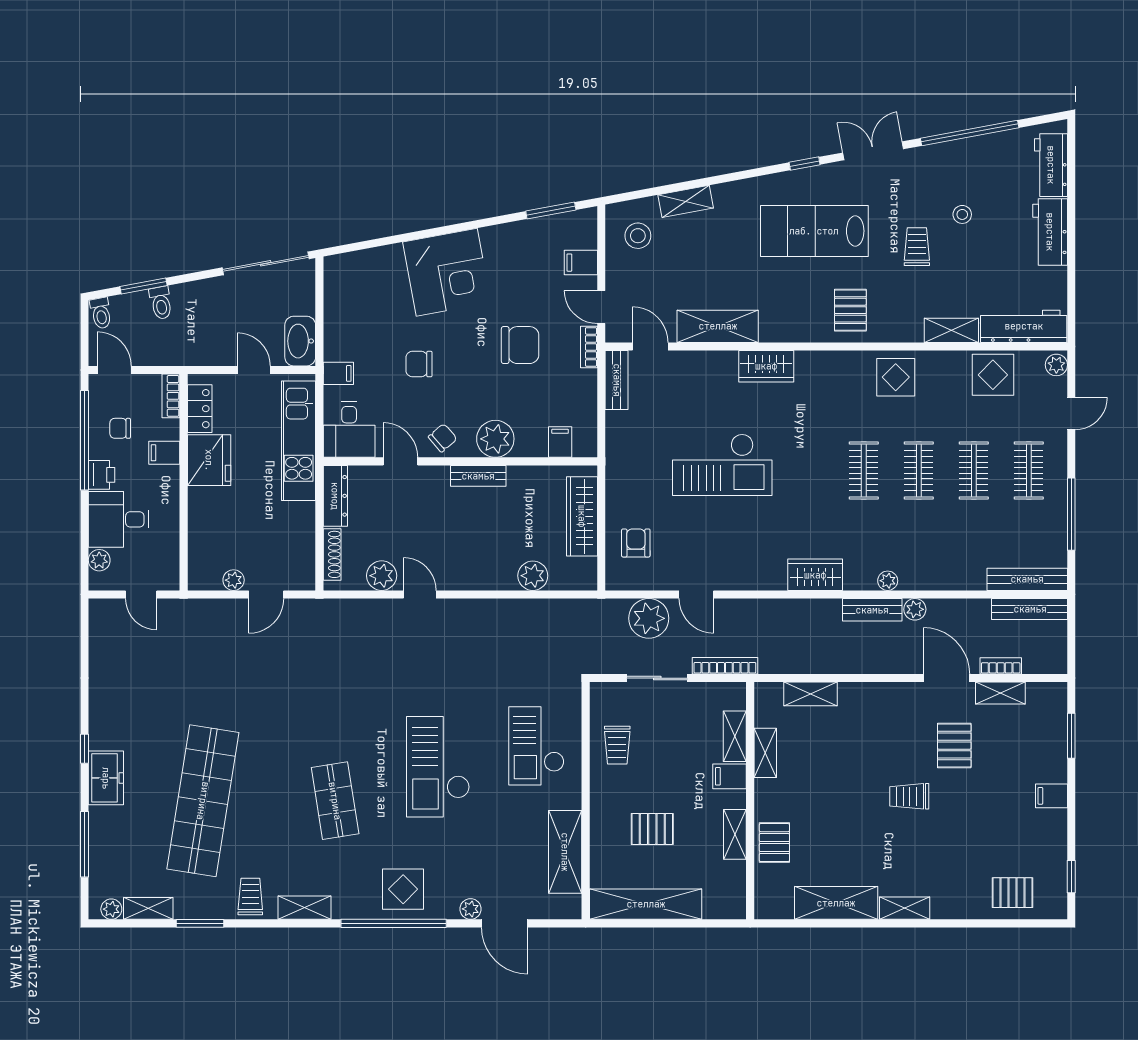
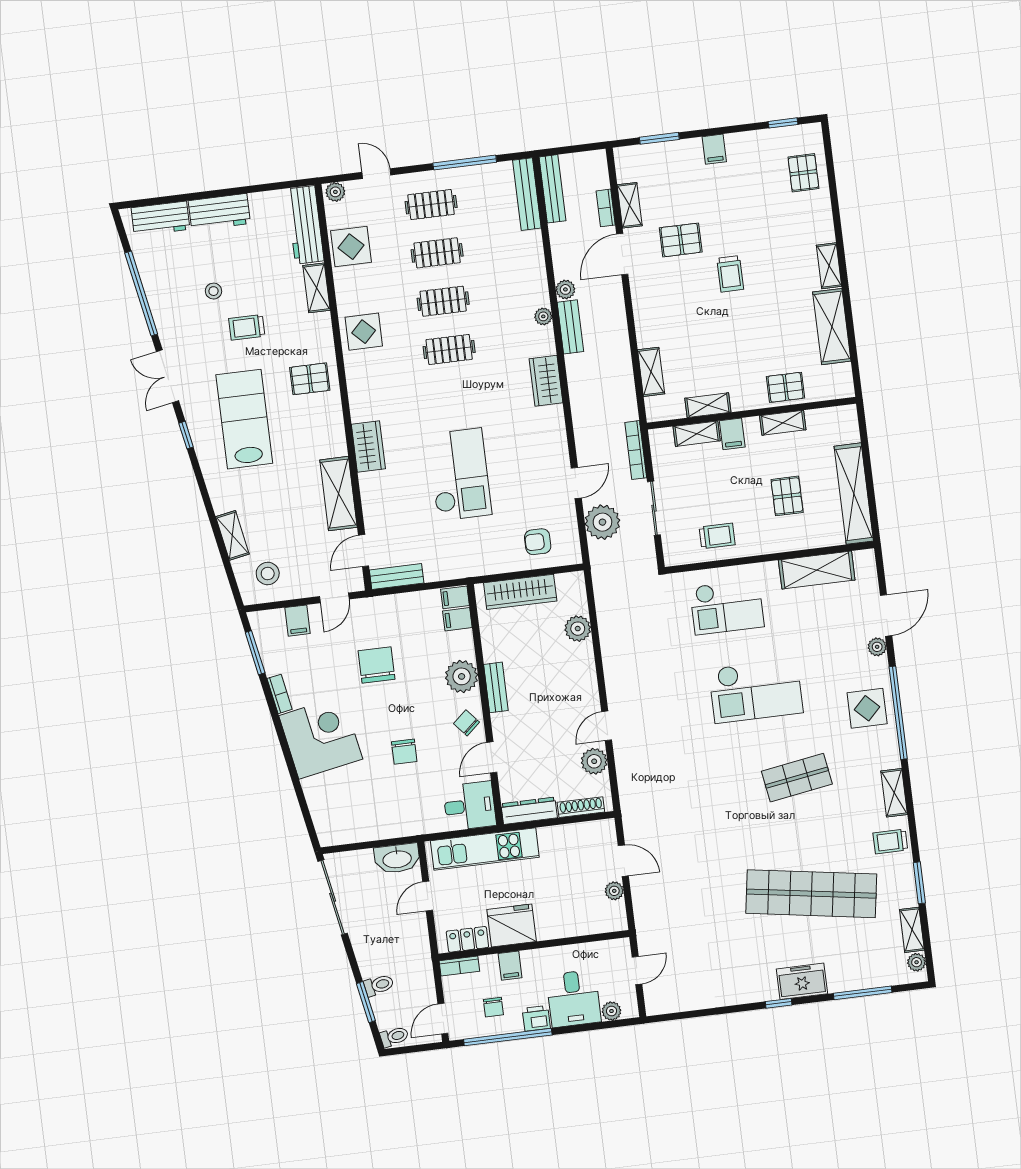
lab bench: (814, 231) -> (244, 419), turned 180
bookcase: (589, 347) -> (280, 694), moved, turned -100
filing cabinet: (338, 373) -> (455, 597), moved, turned -90

